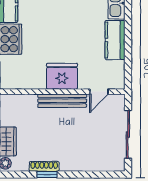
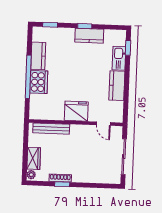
door: (99, 92) -> (103, 124), hinge flipped
bench: (62, 101) -> (51, 129), moved

